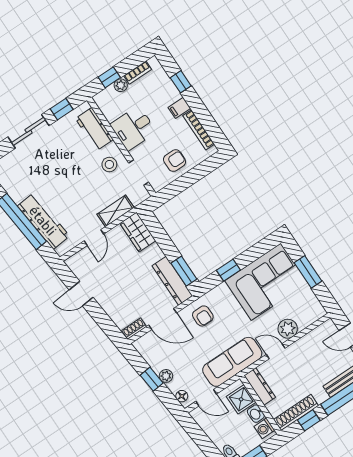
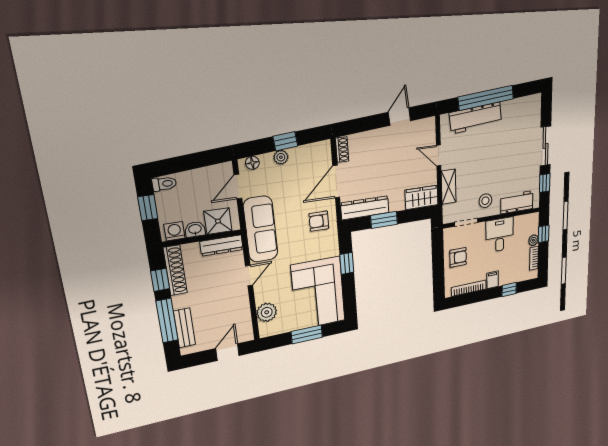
armchair: (175, 161) -> (458, 257), turned -90
window: (184, 271) -> (384, 220), moved
plant: (288, 329) -> (267, 312), moved

